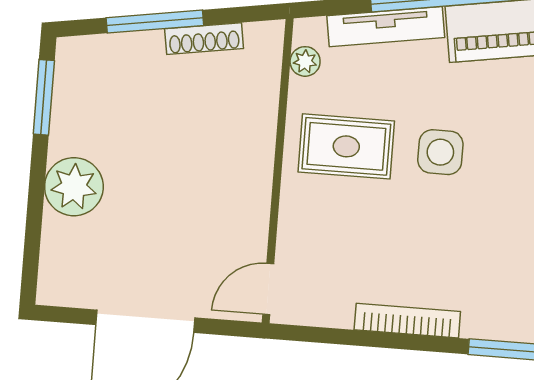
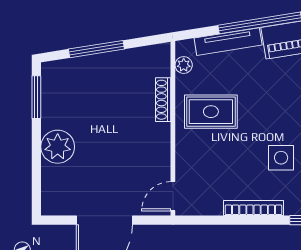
shoe rack: (204, 39) -> (163, 100), moved, turned 99
side table: (440, 152) -> (281, 158), moved

